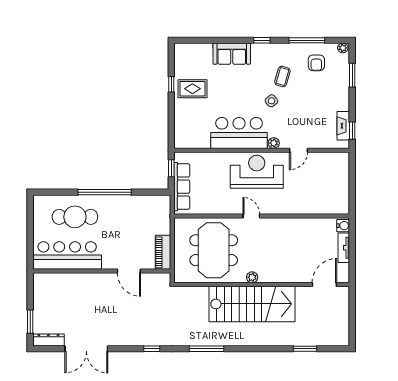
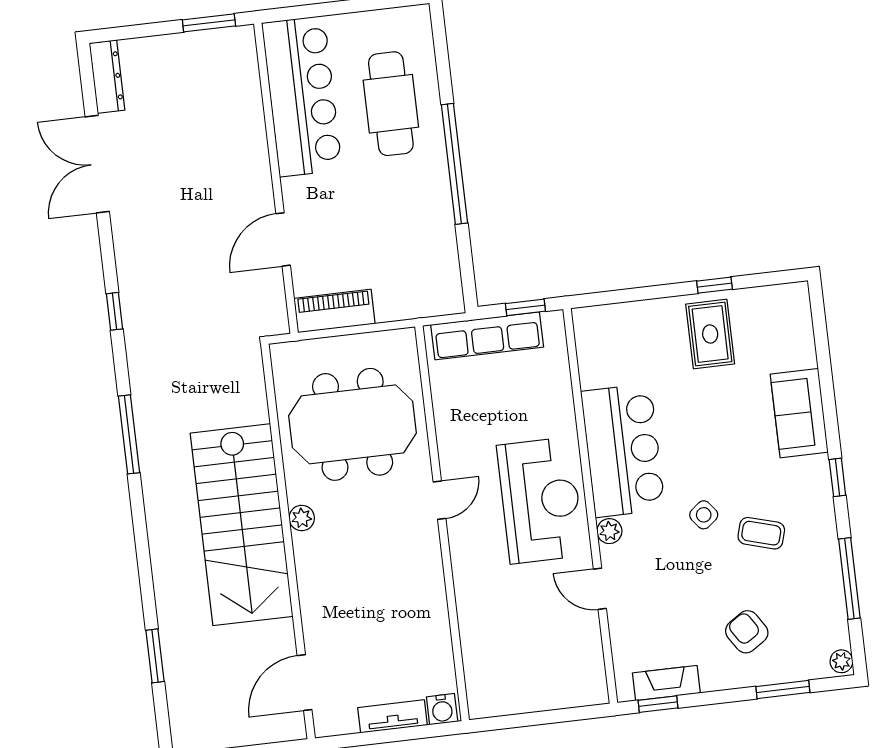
armchair: (316, 63) -> (747, 632), moved, turned 57
door: (324, 285) -> (305, 683), swing flipped
window: (30, 322) -> (209, 23), moved

